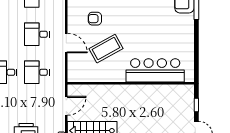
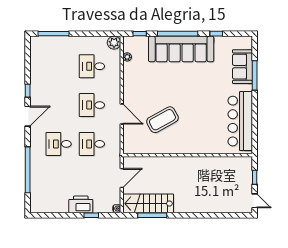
armchair: (95, 19) -> (151, 89), removed
bar counter: (155, 70) -> (240, 121), moved, turned -90

